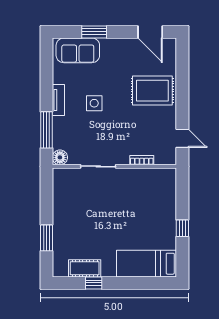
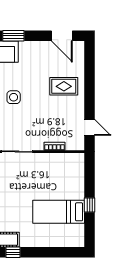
rug: (152, 91) -> (64, 86), width x0.73, depth x0.70
bed: (147, 264) -> (59, 212), moved

